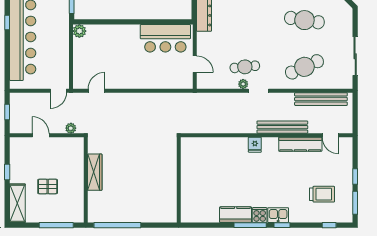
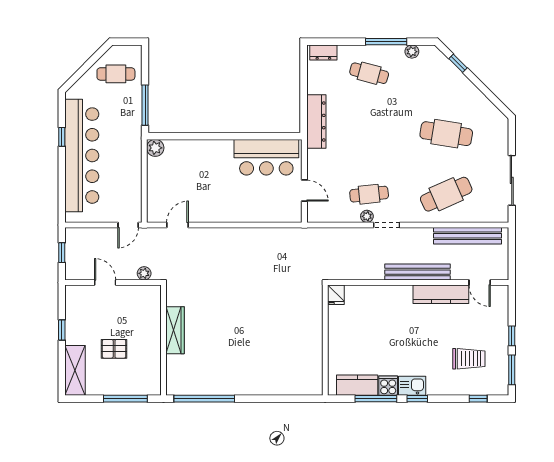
fridge: (255, 145) -> (336, 295), moved
wall: (179, 180) -> (325, 340), moved

